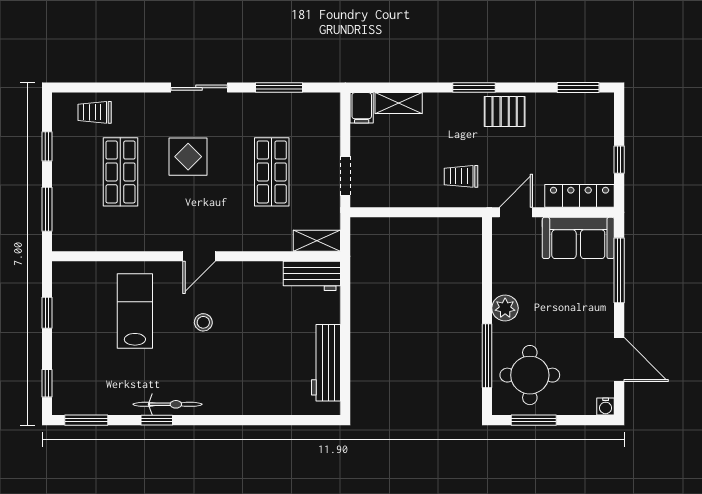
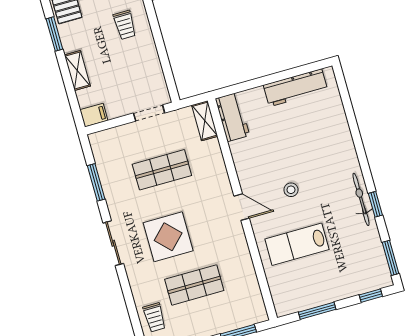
shelving: (399, 103) -> (77, 70), moved
display table: (188, 157) -> (168, 237), width x1.36, depth x1.36
window: (47, 313) -> (317, 311), width x1.50

